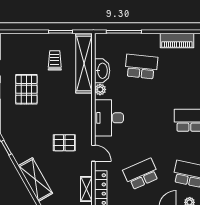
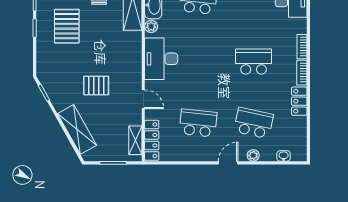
pallet: (64, 143) -> (96, 86), moved
school desk: (141, 174) -> (198, 123), turned 30

